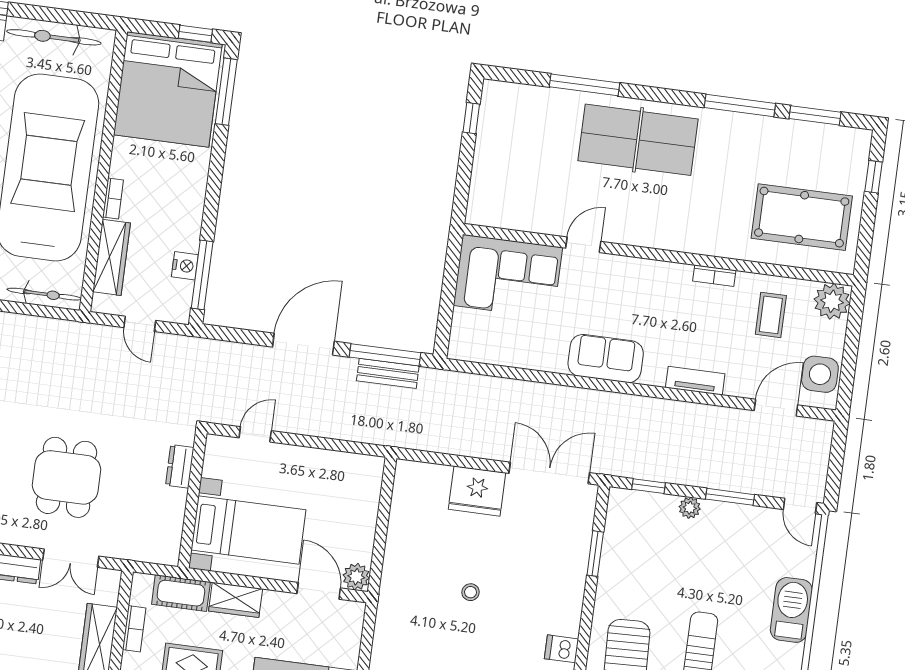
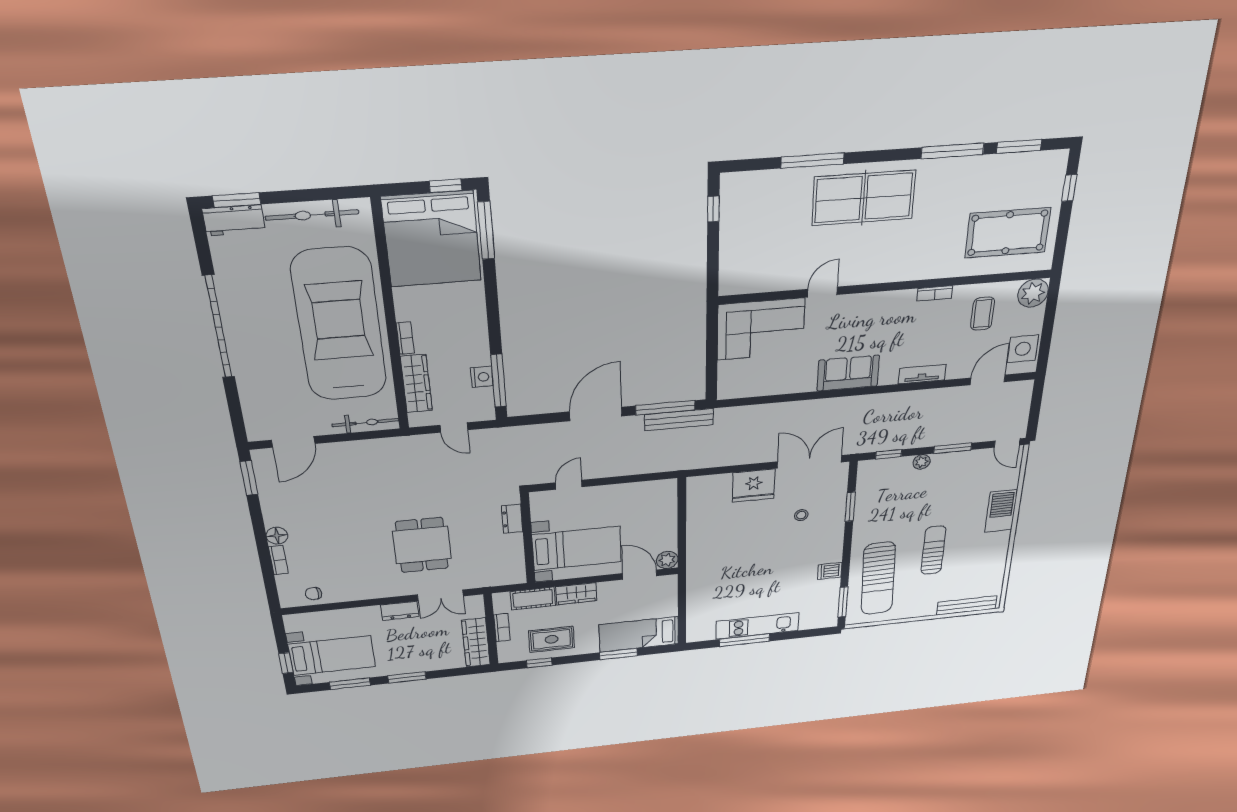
bench: (388, 373) -> (679, 420), width x1.36
stool: (471, 592) -> (801, 515), moved

